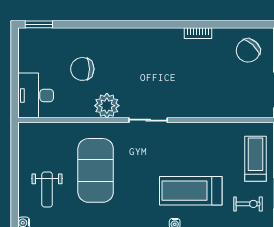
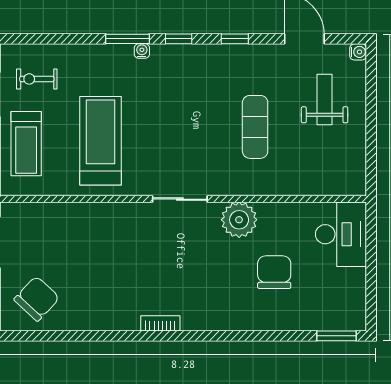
bookcase: (198, 33) -> (160, 323), moved
chair: (82, 69) -> (274, 272), turned -90
exercise mat: (96, 170) -> (255, 127), width x0.50, depth x0.69
treadmill: (191, 191) -> (101, 141), moved, turned -90

